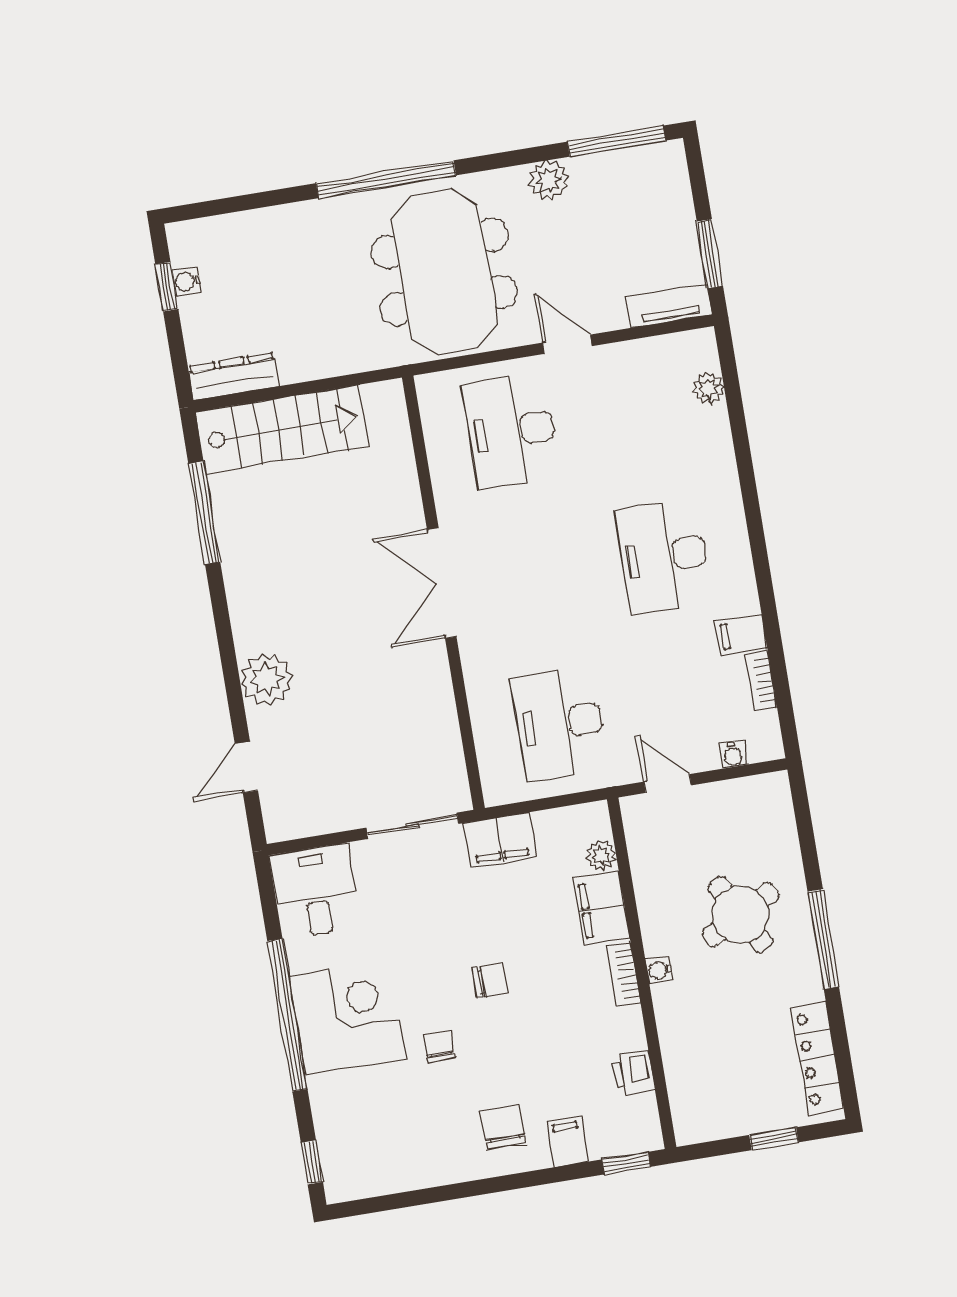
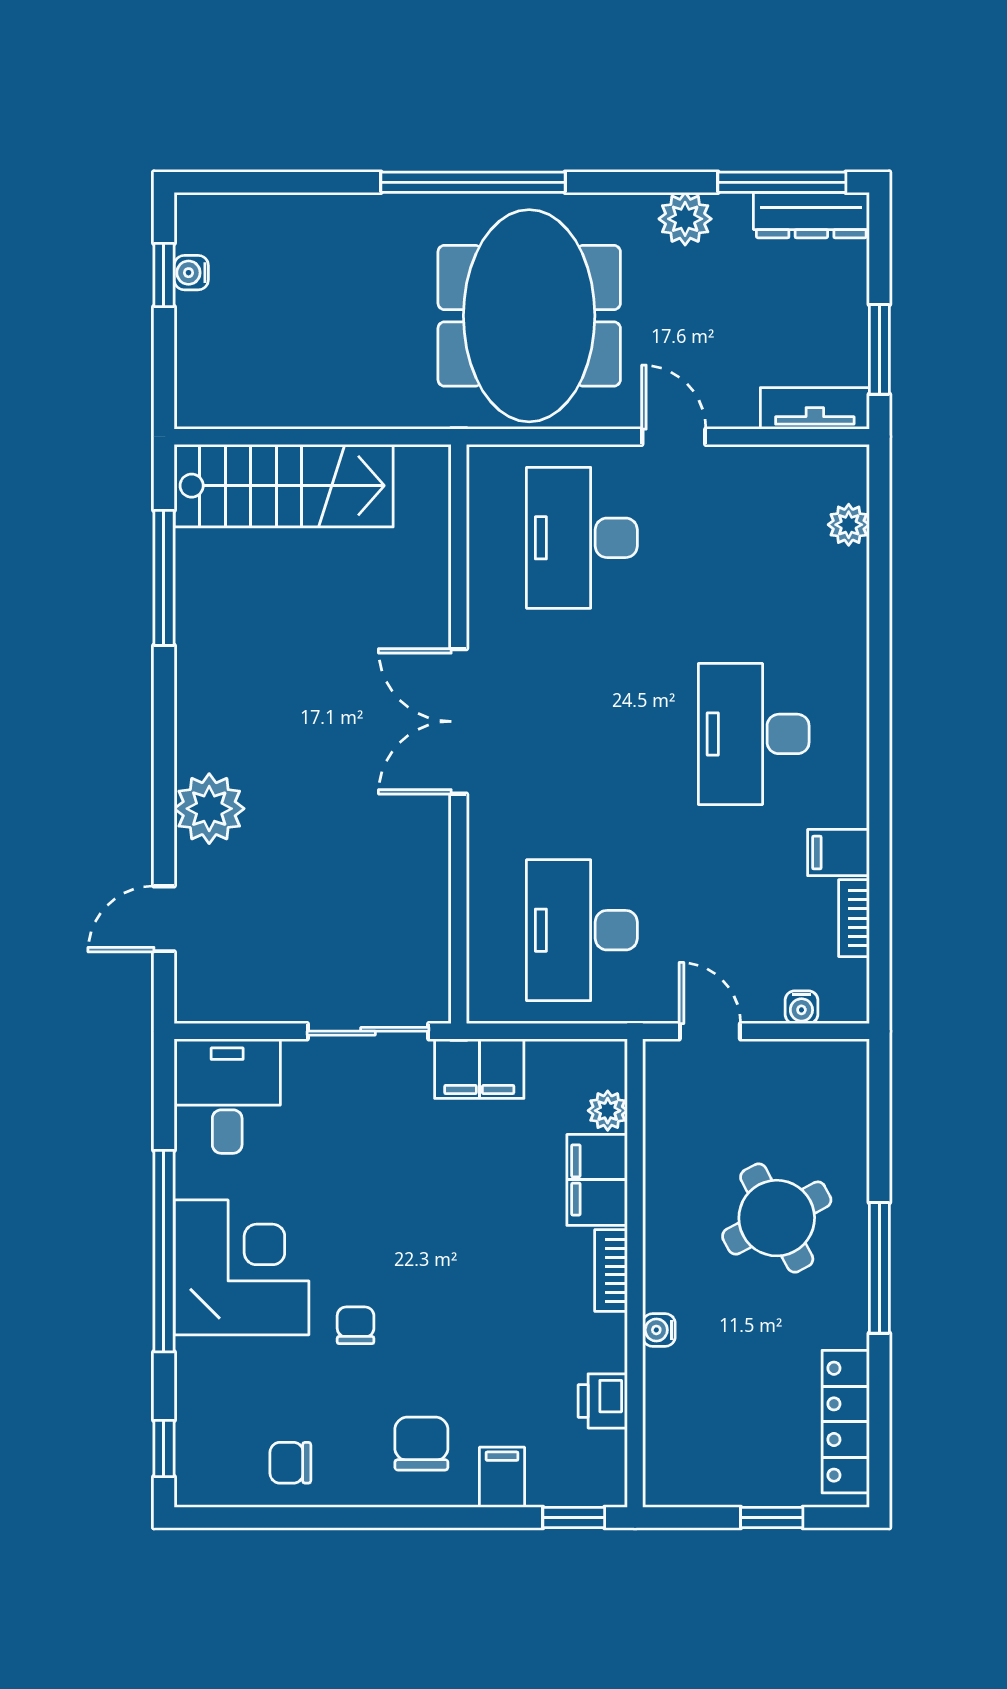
dresser: (234, 376) -> (811, 215), moved, turned 180
water cooler: (659, 970) -> (659, 1330), moved
chair: (491, 980) -> (290, 1463), moved, turned 180

